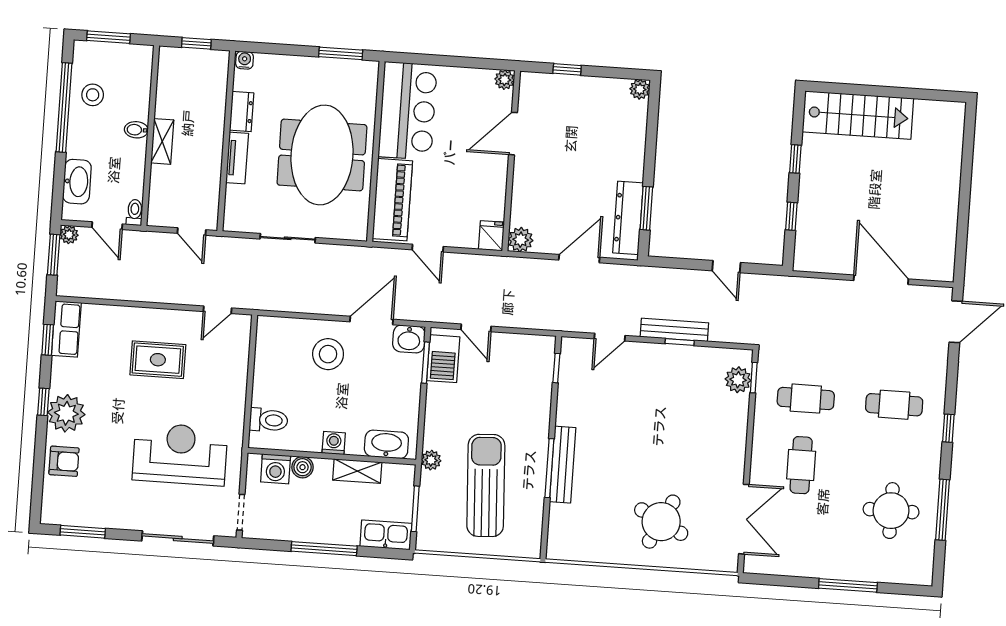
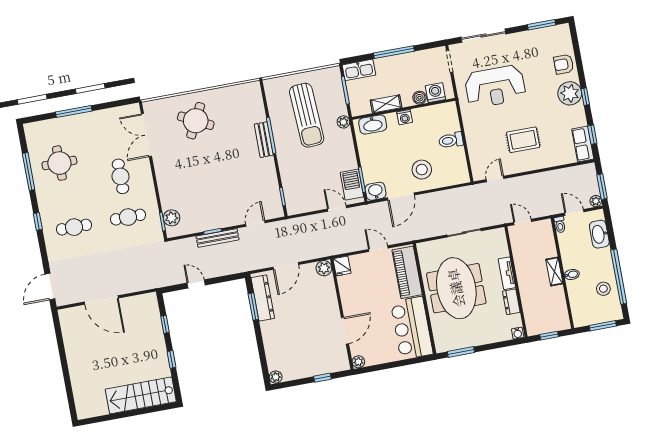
toilet: (269, 420) -> (451, 140), moved
bench: (563, 465) -> (264, 140), width x0.73

